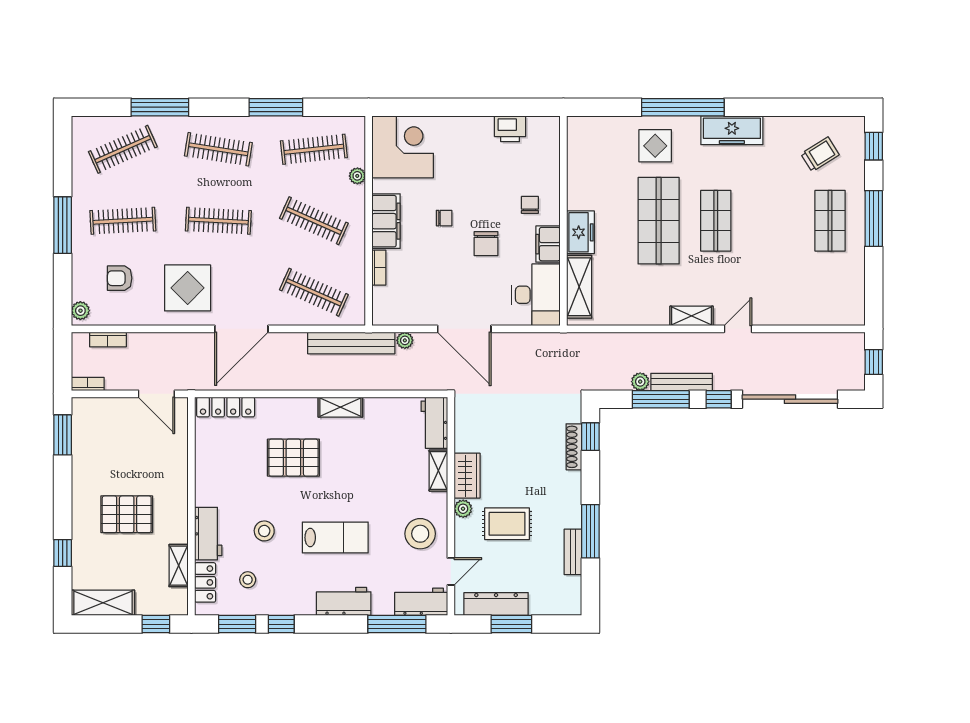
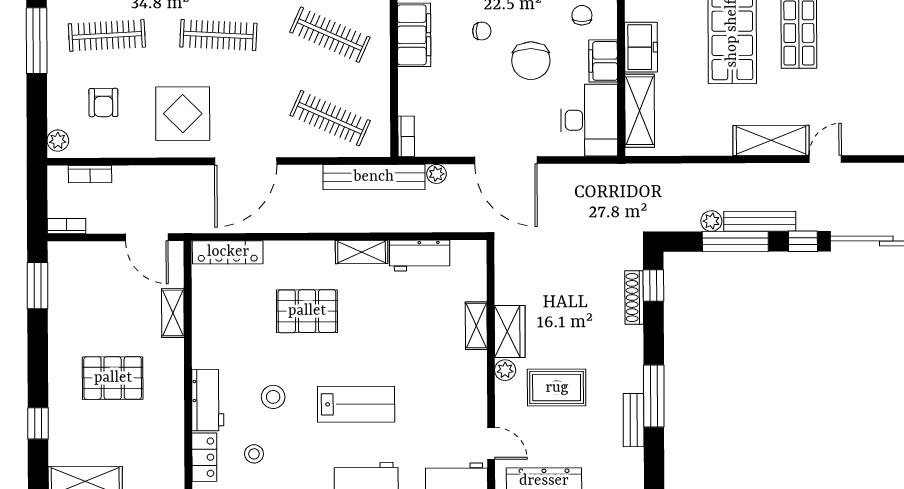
chair: (486, 244) -> (531, 61), width x1.37, depth x1.37
bookcase: (379, 268) -> (406, 136), moved
armchair: (120, 278) -> (103, 103), turned -90
shelving: (692, 316) -> (771, 140), width x1.50, depth x1.33
workbench: (434, 423) -> (420, 256), moved, turned -90
stool: (420, 534) -> (455, 399), removed
shelving: (179, 566) -> (173, 313), moved
door: (451, 571) -> (491, 443), hinge flipped

